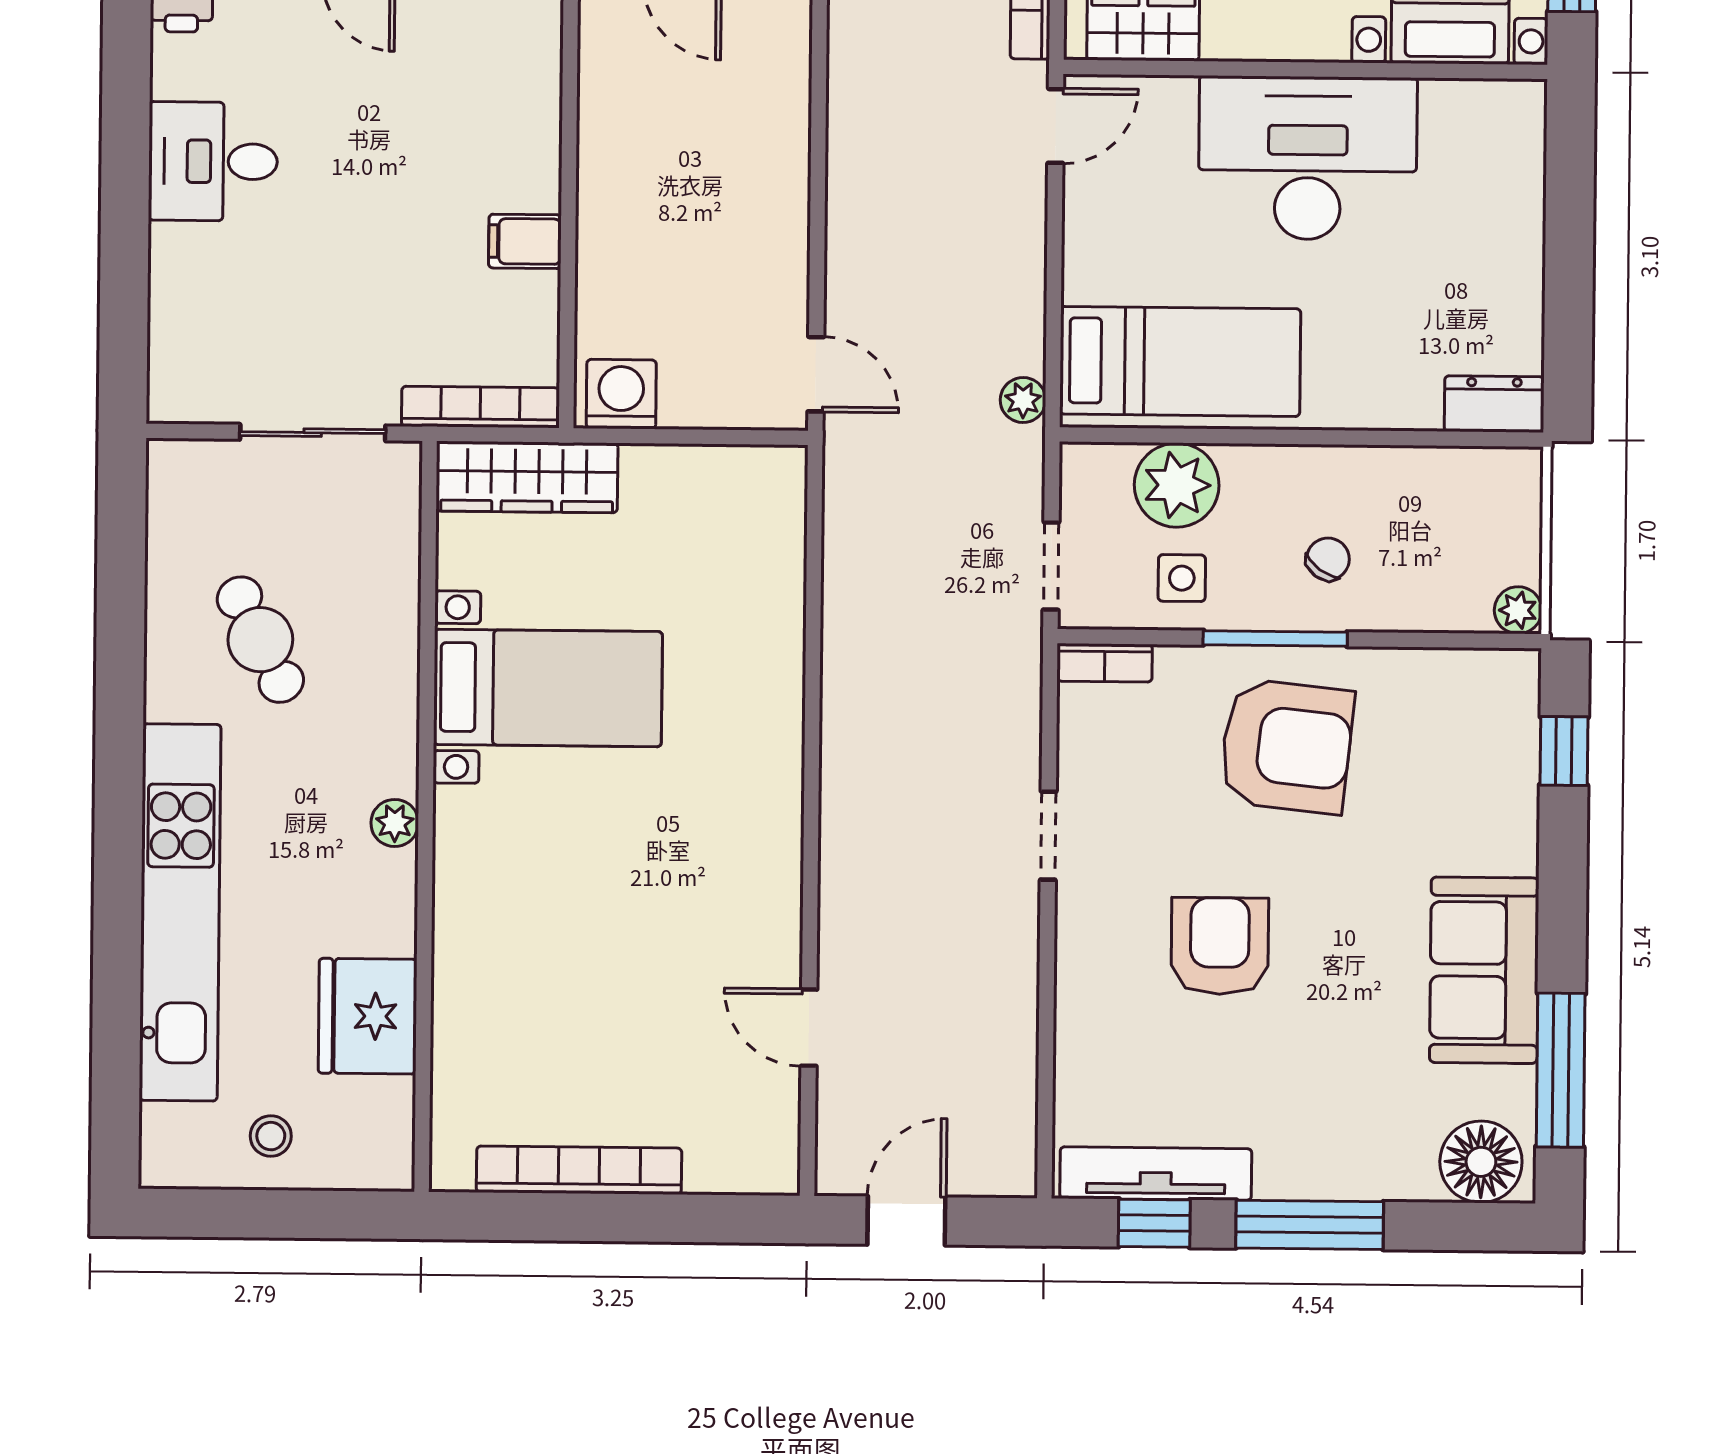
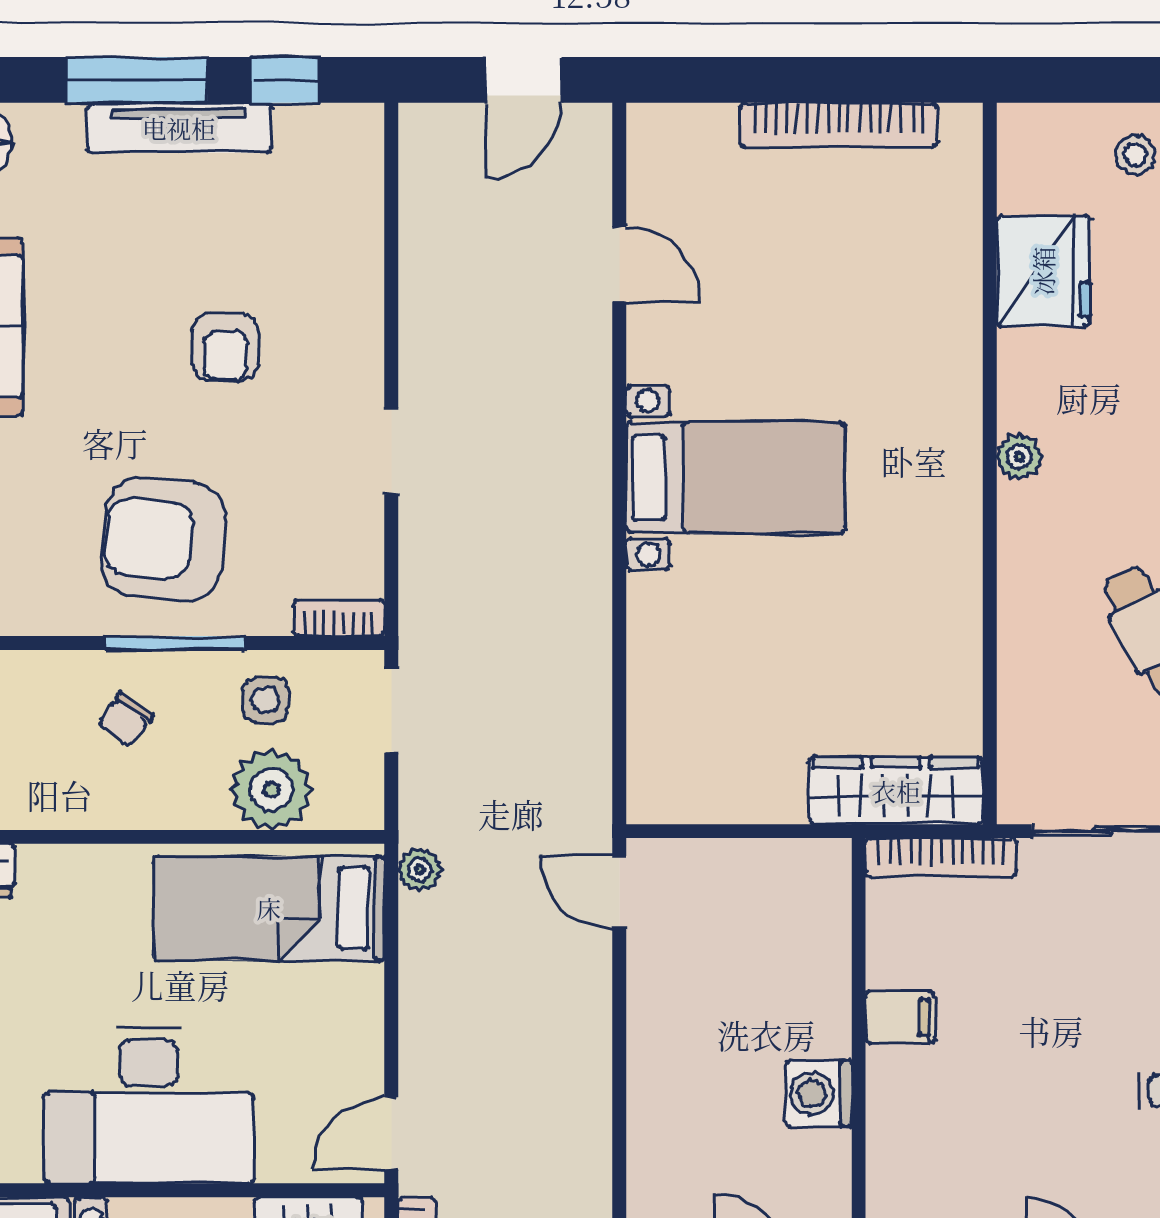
washing machine: (621, 394) -> (819, 1093), moved, turned 90
bed with nightstands: (548, 688) -> (735, 478), moved, turned 180
armchair: (1220, 946) -> (225, 347), width x0.72, depth x0.72
tv unit: (1156, 1174) -> (179, 128), moved

